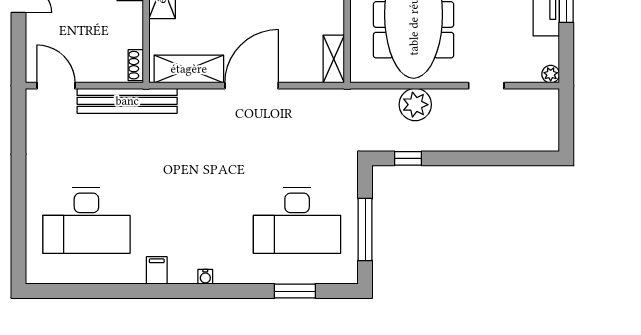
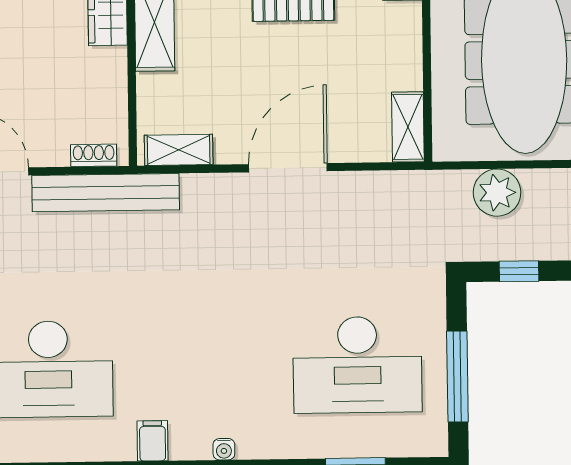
shoe rack: (136, 65) -> (94, 155), moved, turned 90
shelving: (189, 69) -> (179, 150), width x0.67, depth x0.75
plant: (415, 105) -> (497, 193), moved

